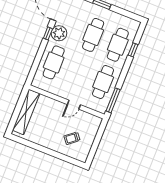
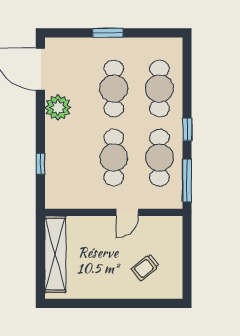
window: (48, 33) -> (40, 164), moved
window: (133, 50) -> (187, 129), moved
cafe table: (54, 62) -> (114, 158), moved

